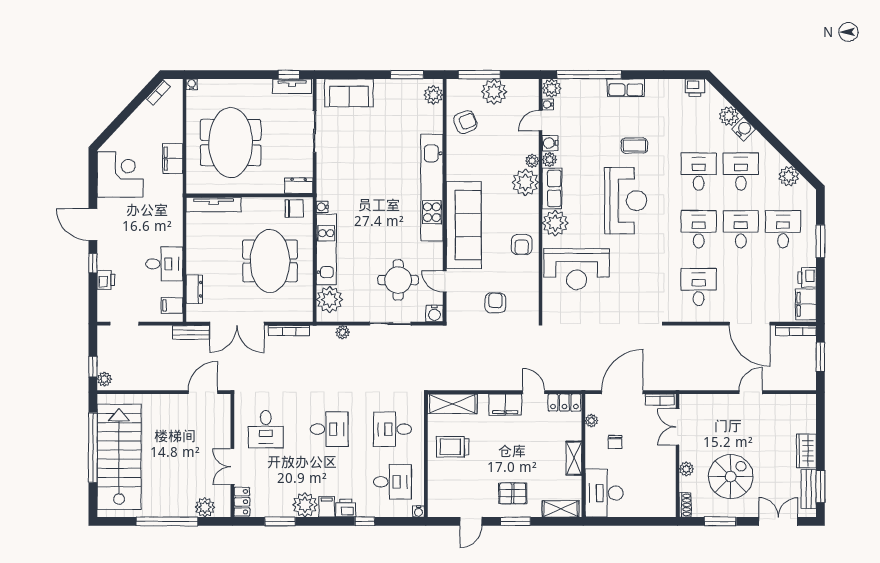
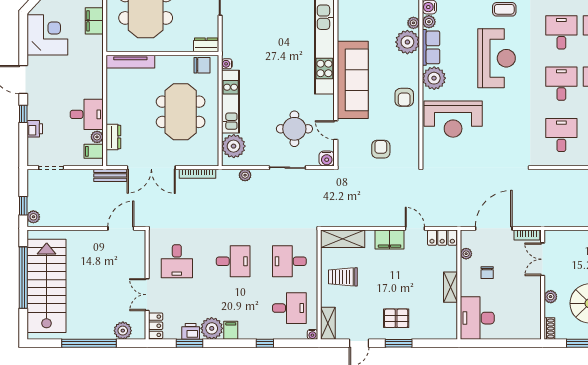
plant: (176, 289) -> (97, 137), added
printer: (346, 508) -> (191, 331), moved
shelving: (561, 509) -> (328, 323), moved, turned 90

